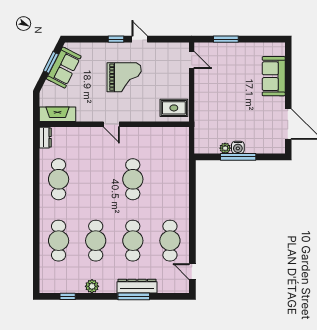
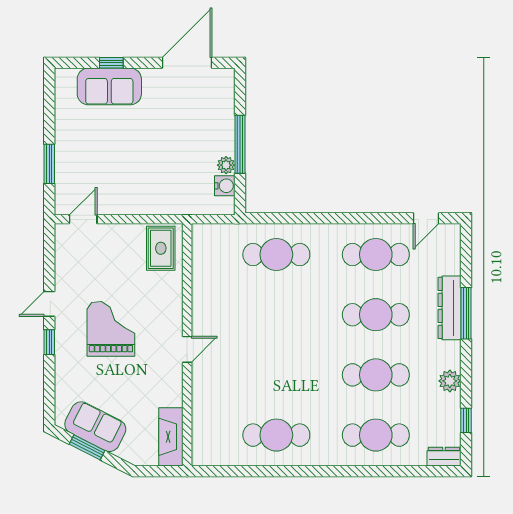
window: (288, 77) -> (111, 63), added
dresser: (45, 138) -> (444, 457), moved
water cooler: (238, 147) -> (225, 186), moved
cafe table: (133, 179) -> (276, 255), moved

